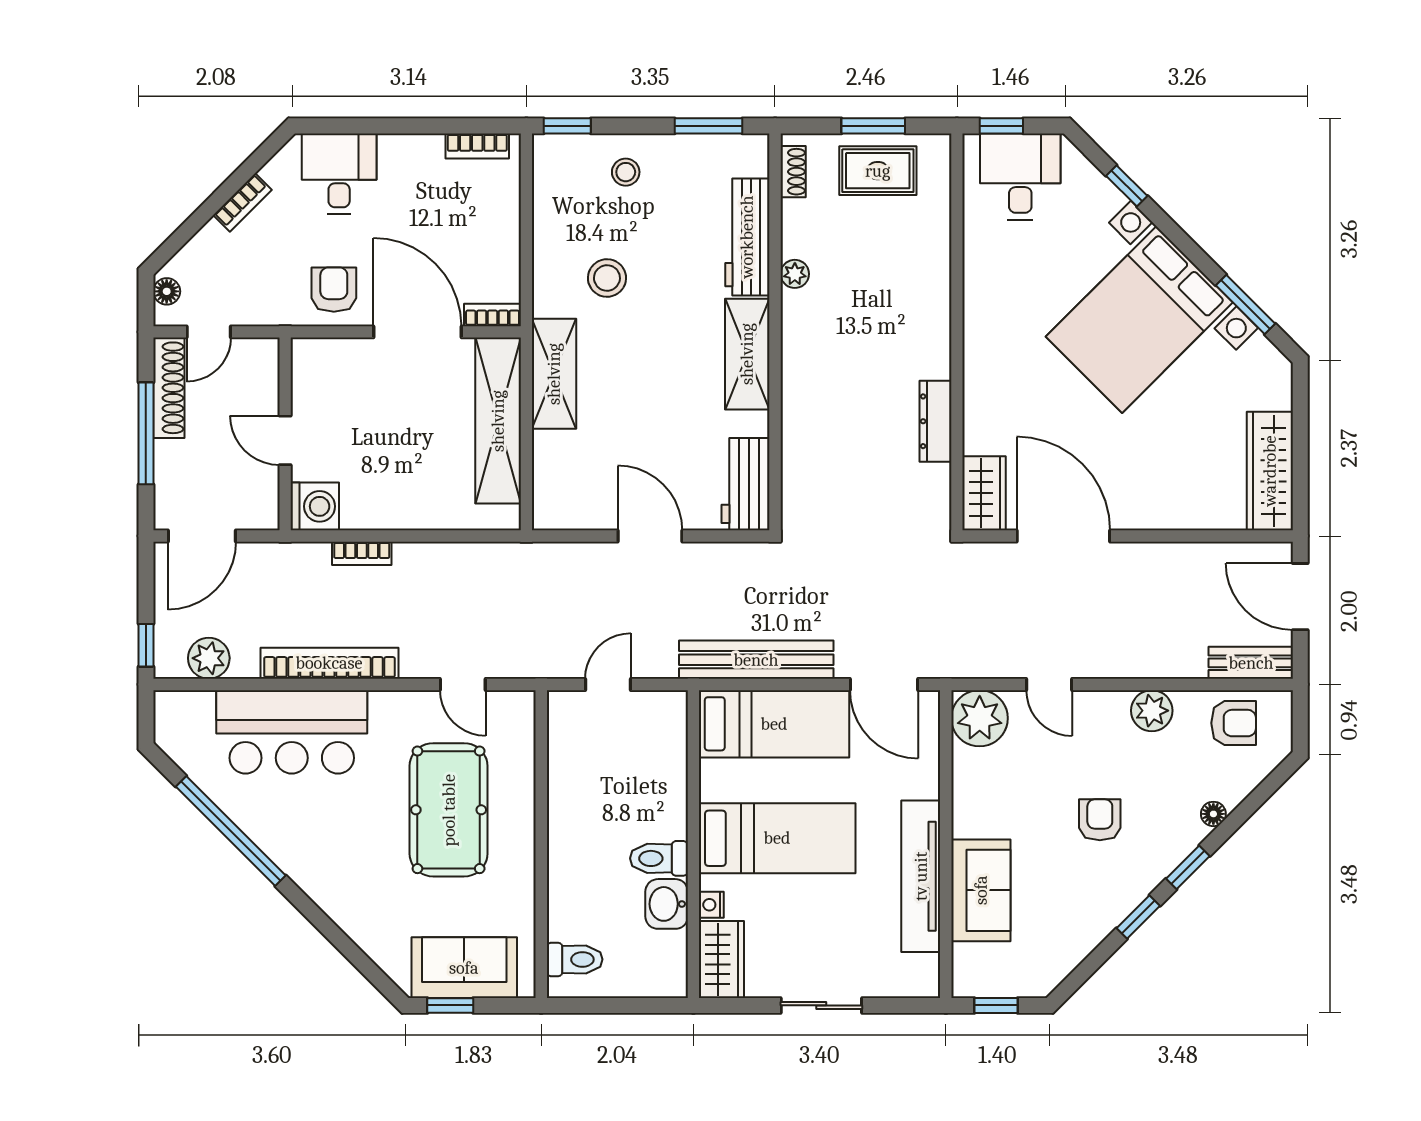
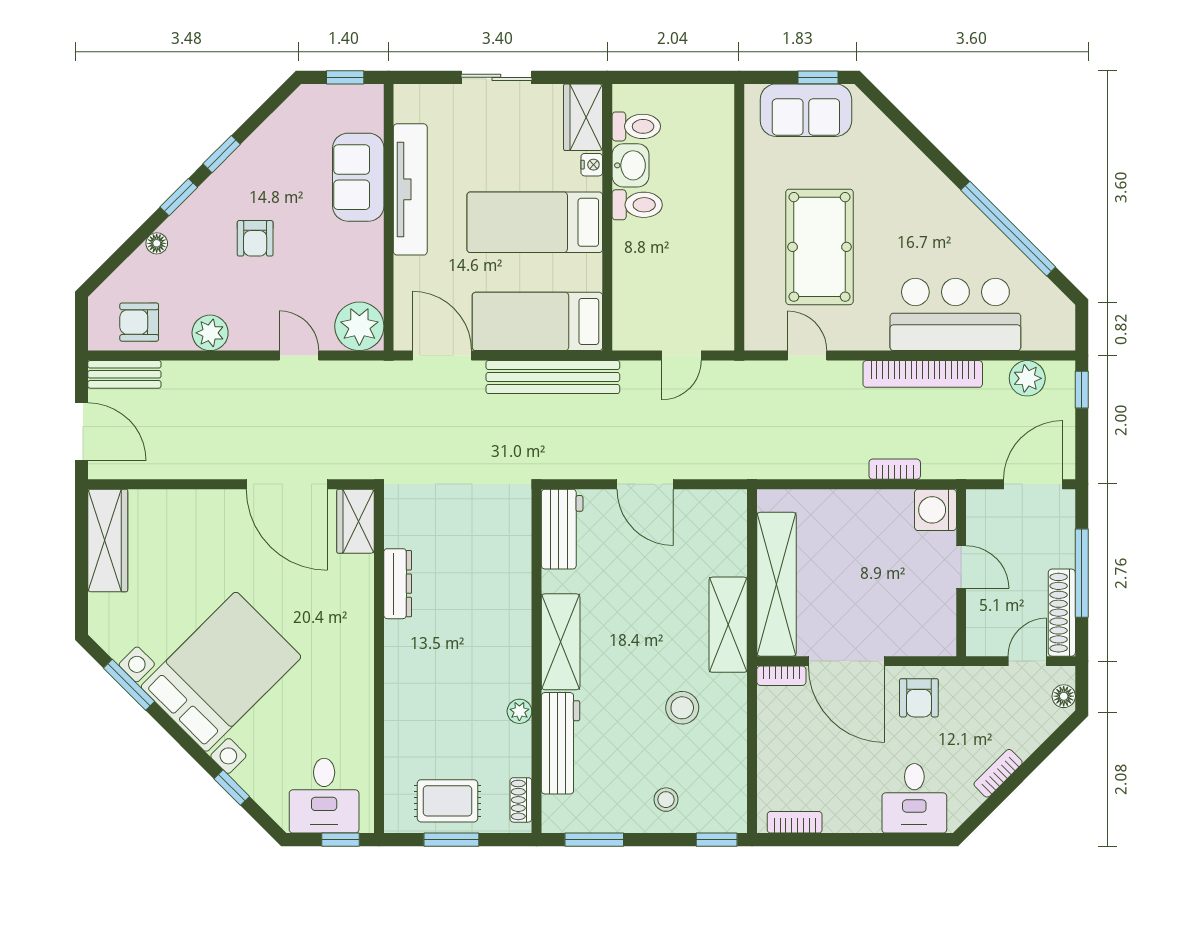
toilet: (575, 959) -> (636, 126), moved, turned 180

